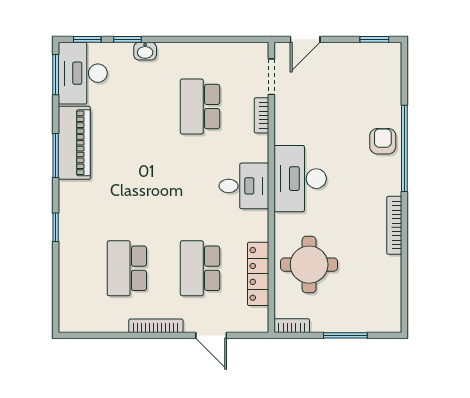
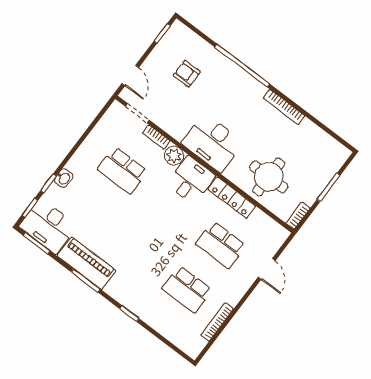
armchair: (383, 141) -> (187, 74), moved
plant: (256, 149) -> (174, 156), added
locker: (258, 274) -> (232, 198), moved
bookcase: (156, 326) -> (217, 322), moved
door: (211, 335) -> (267, 269), hinge flipped

